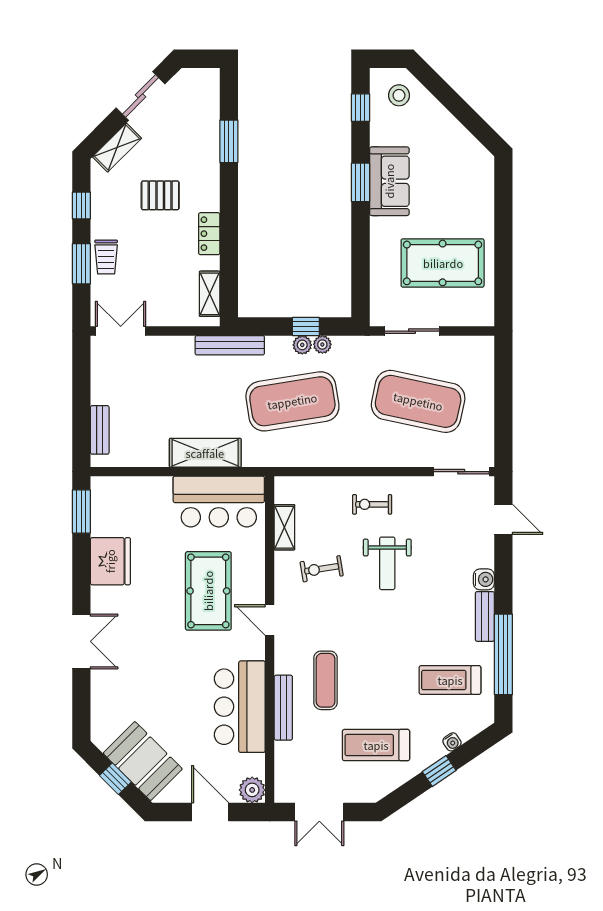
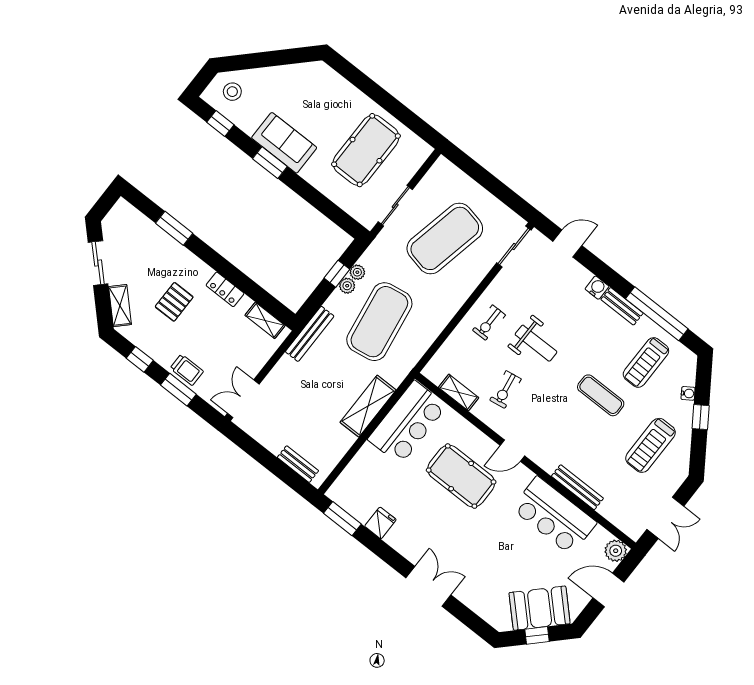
fridge: (110, 561) -> (380, 523), width x0.53, depth x0.75
exercise mat: (326, 680) -> (601, 395), moved

